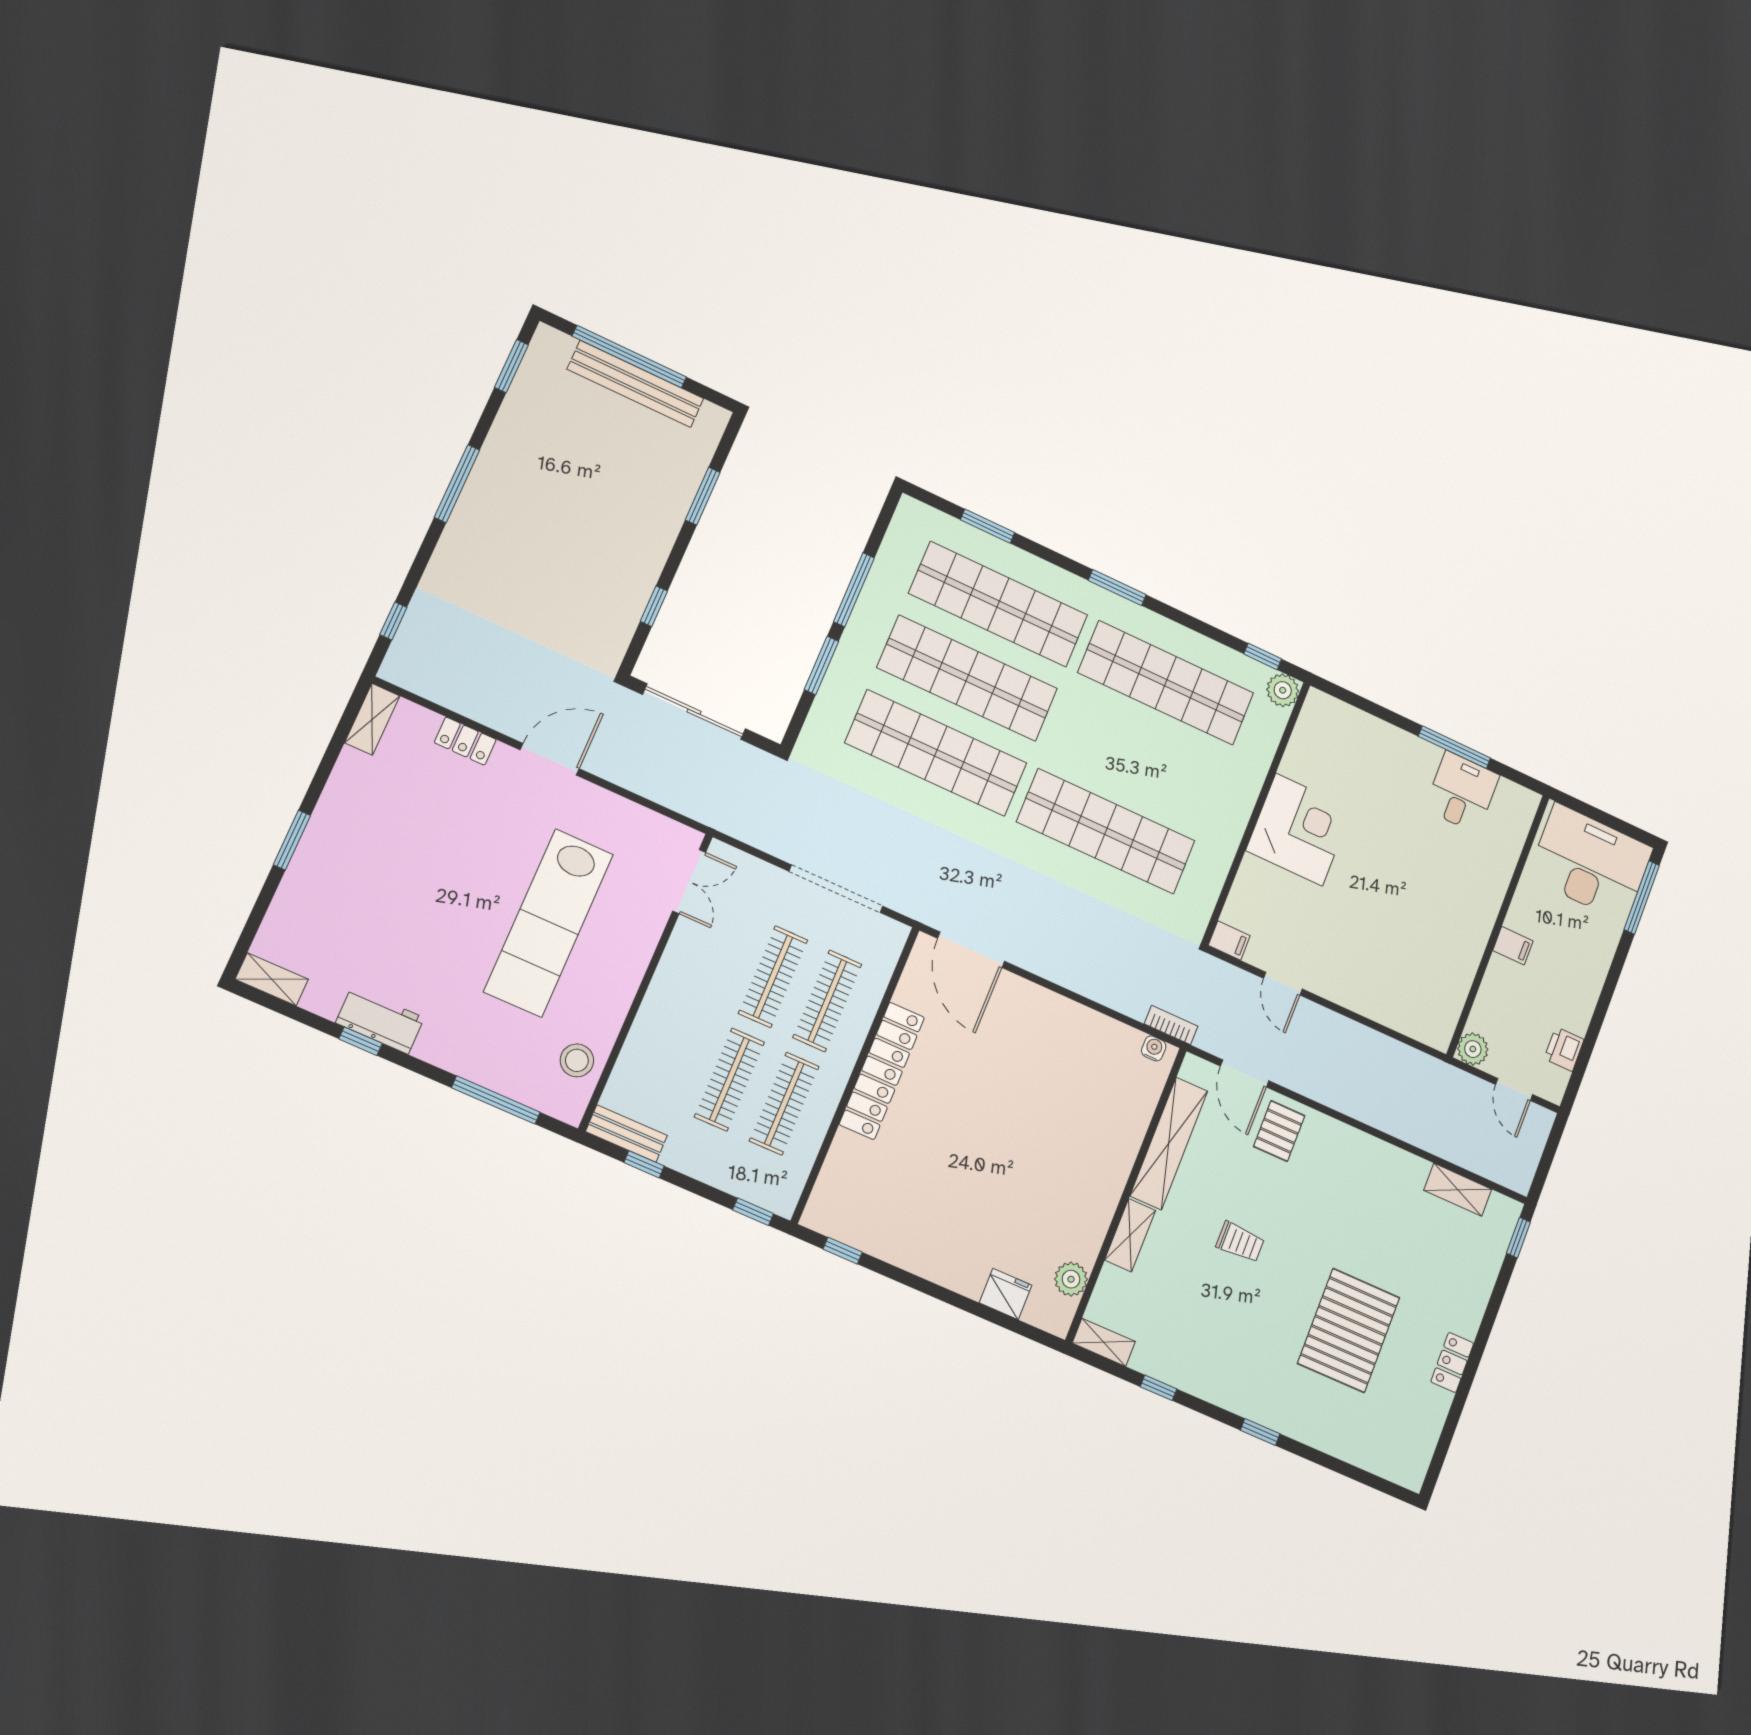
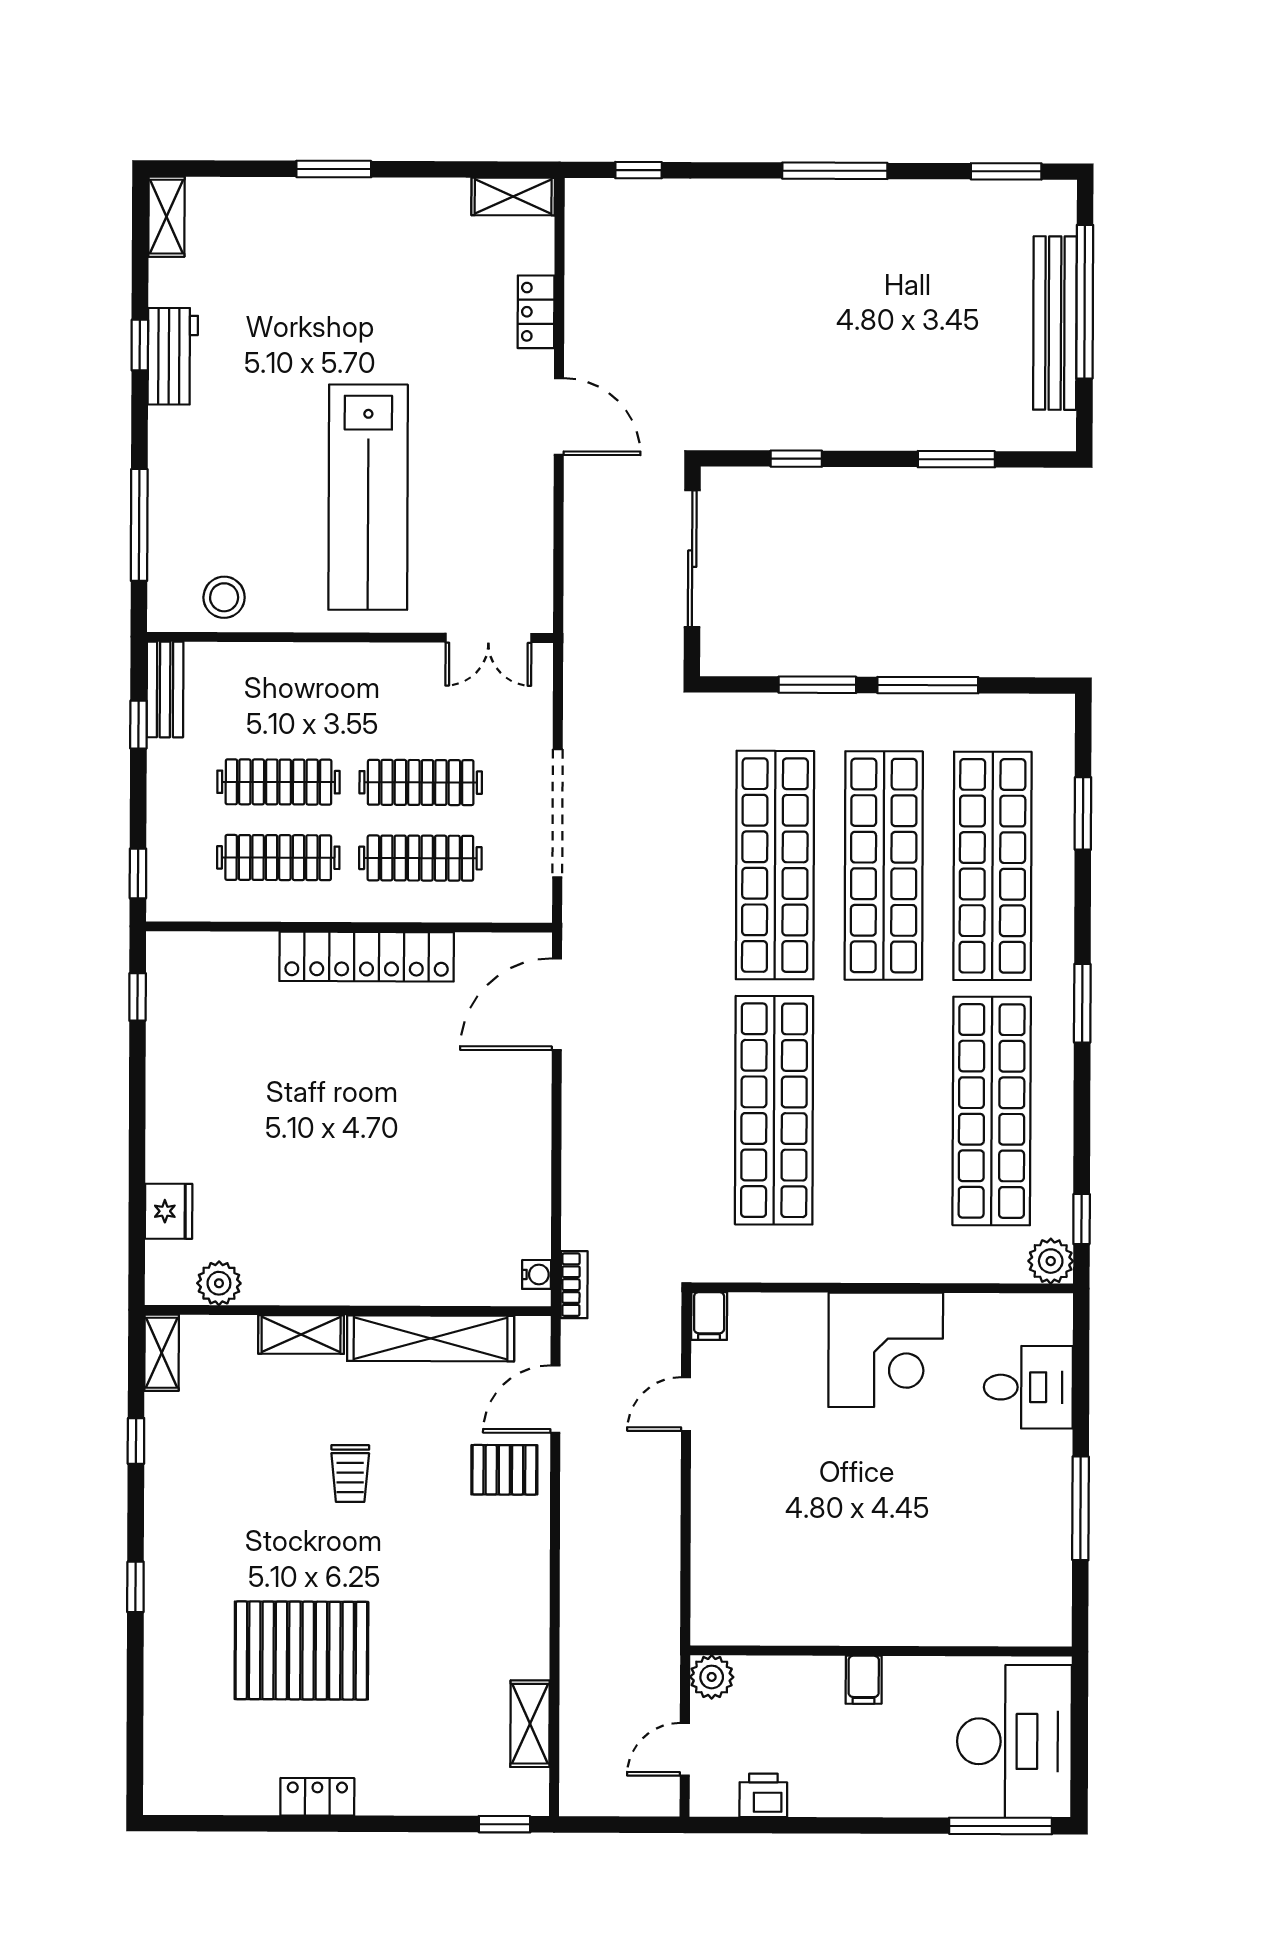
desk: (1462, 792) -> (1028, 1387), moved
lab bench: (549, 923) -> (368, 497), turned -90

